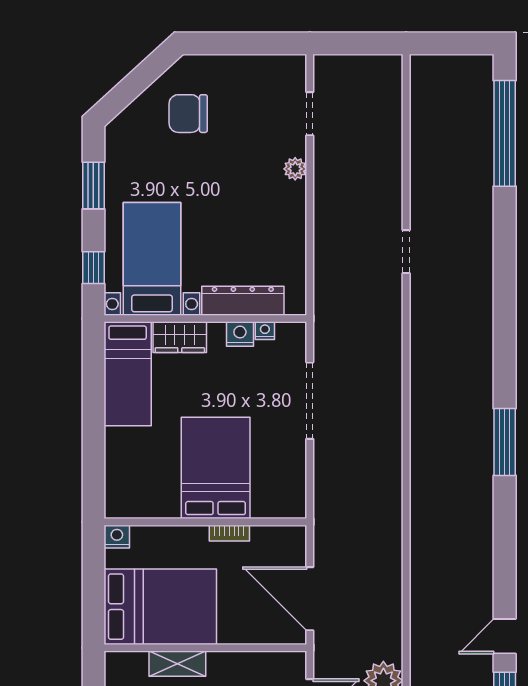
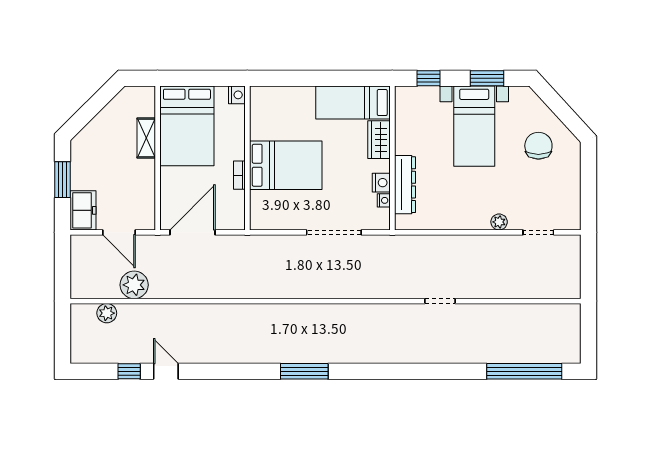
bed with nightstands: (152, 259) -> (474, 126), moved, turned 90

